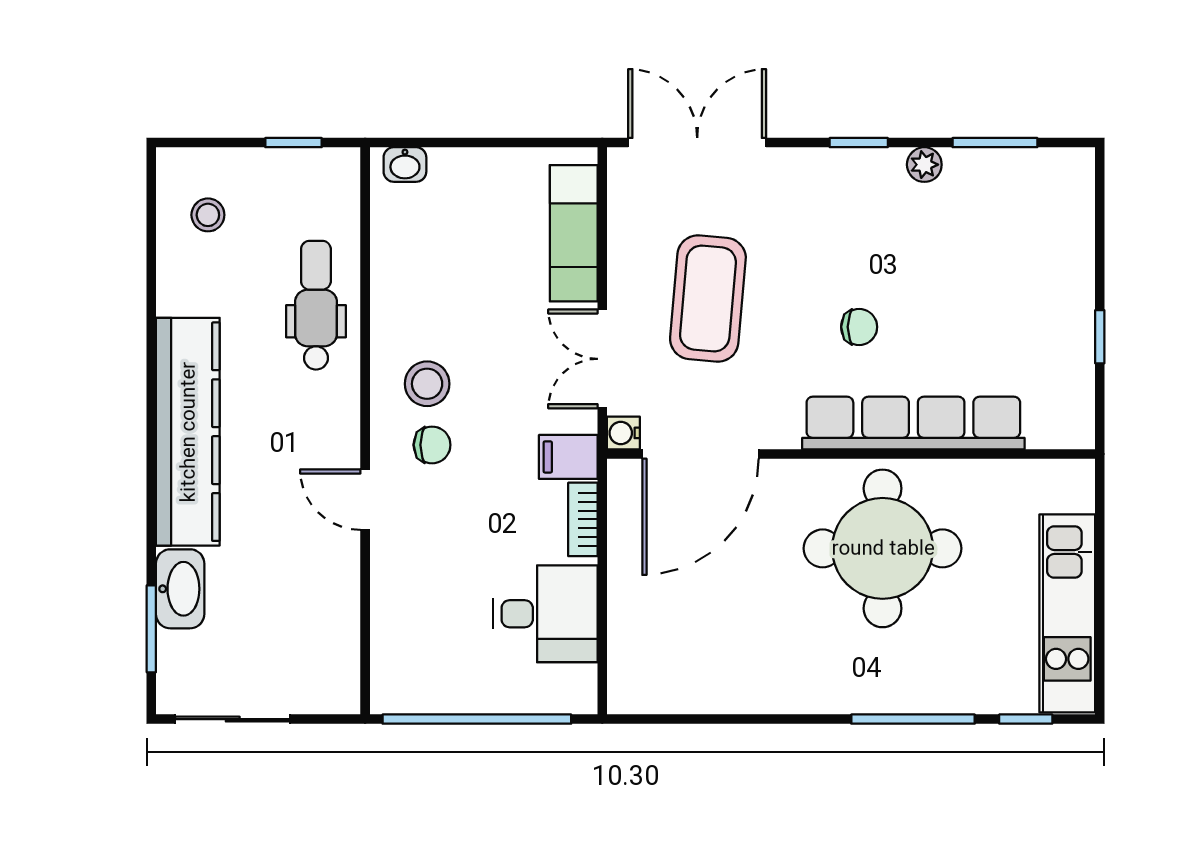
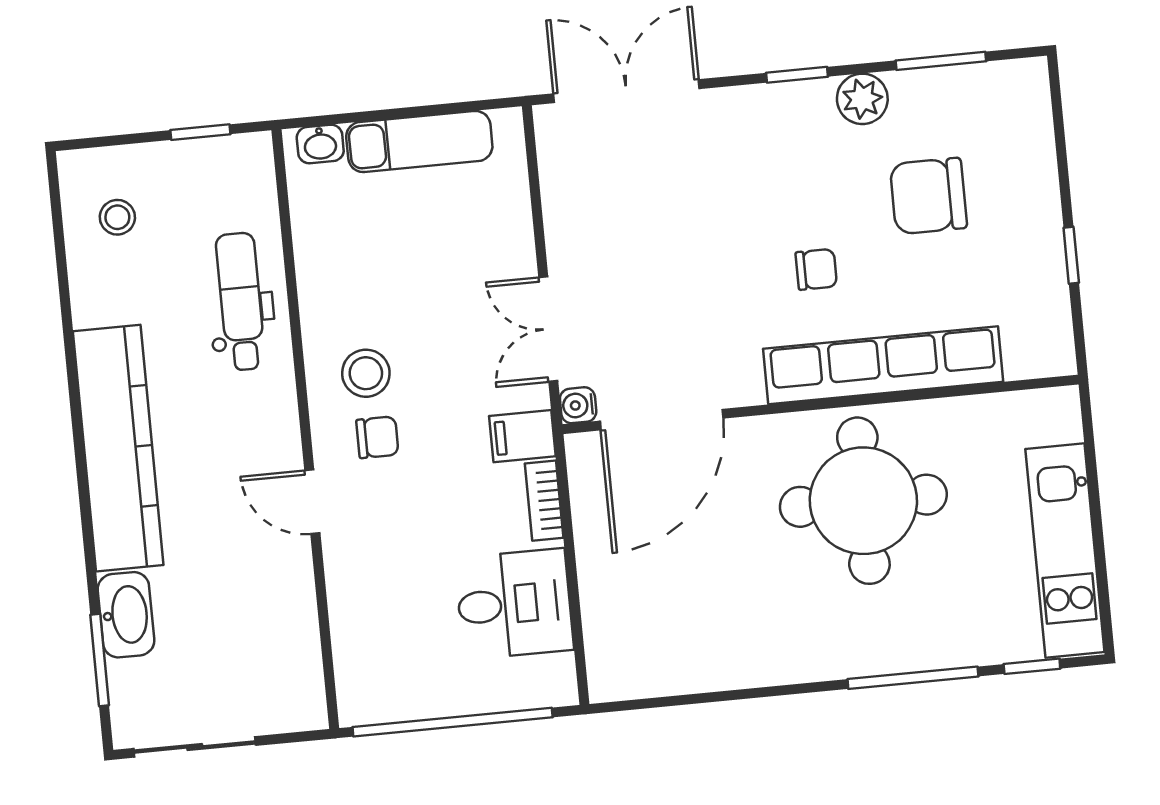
plant: (924, 165) -> (862, 99), width x1.38, depth x1.38
exam couch: (574, 233) -> (419, 141), moved, turned -90
chair: (971, 268) -> (928, 196), added
coffee table: (708, 298) -> (654, 255), removed

